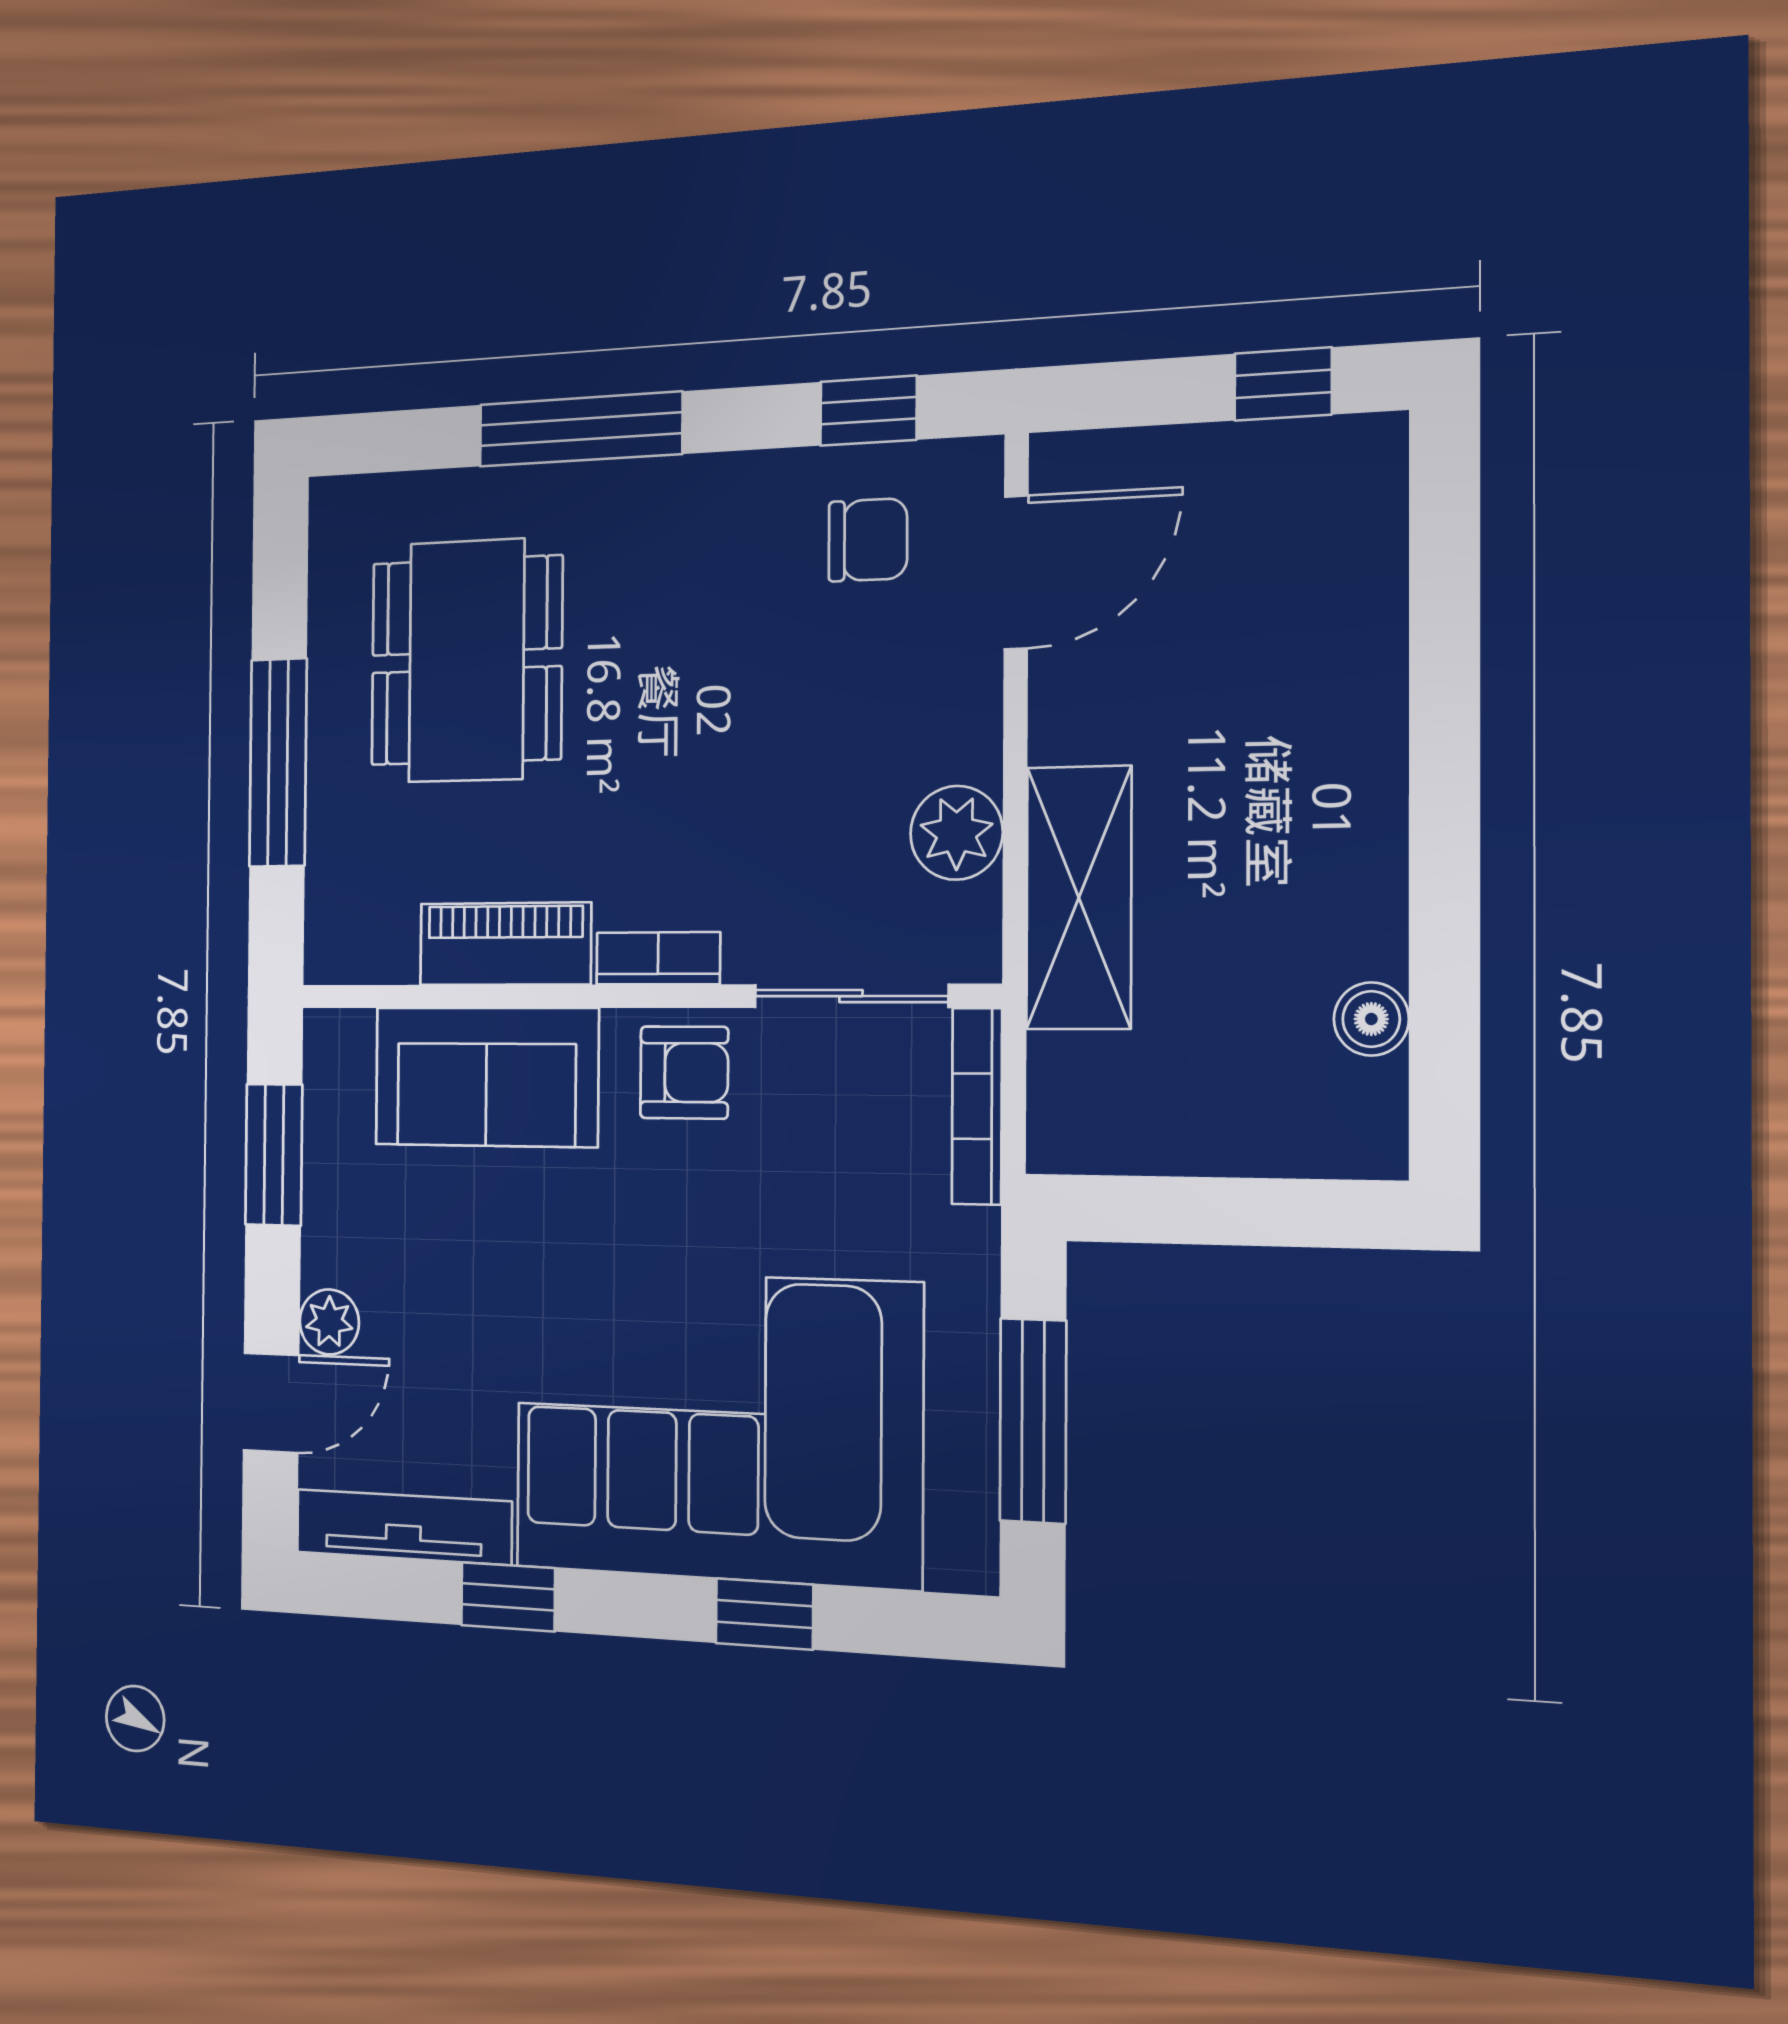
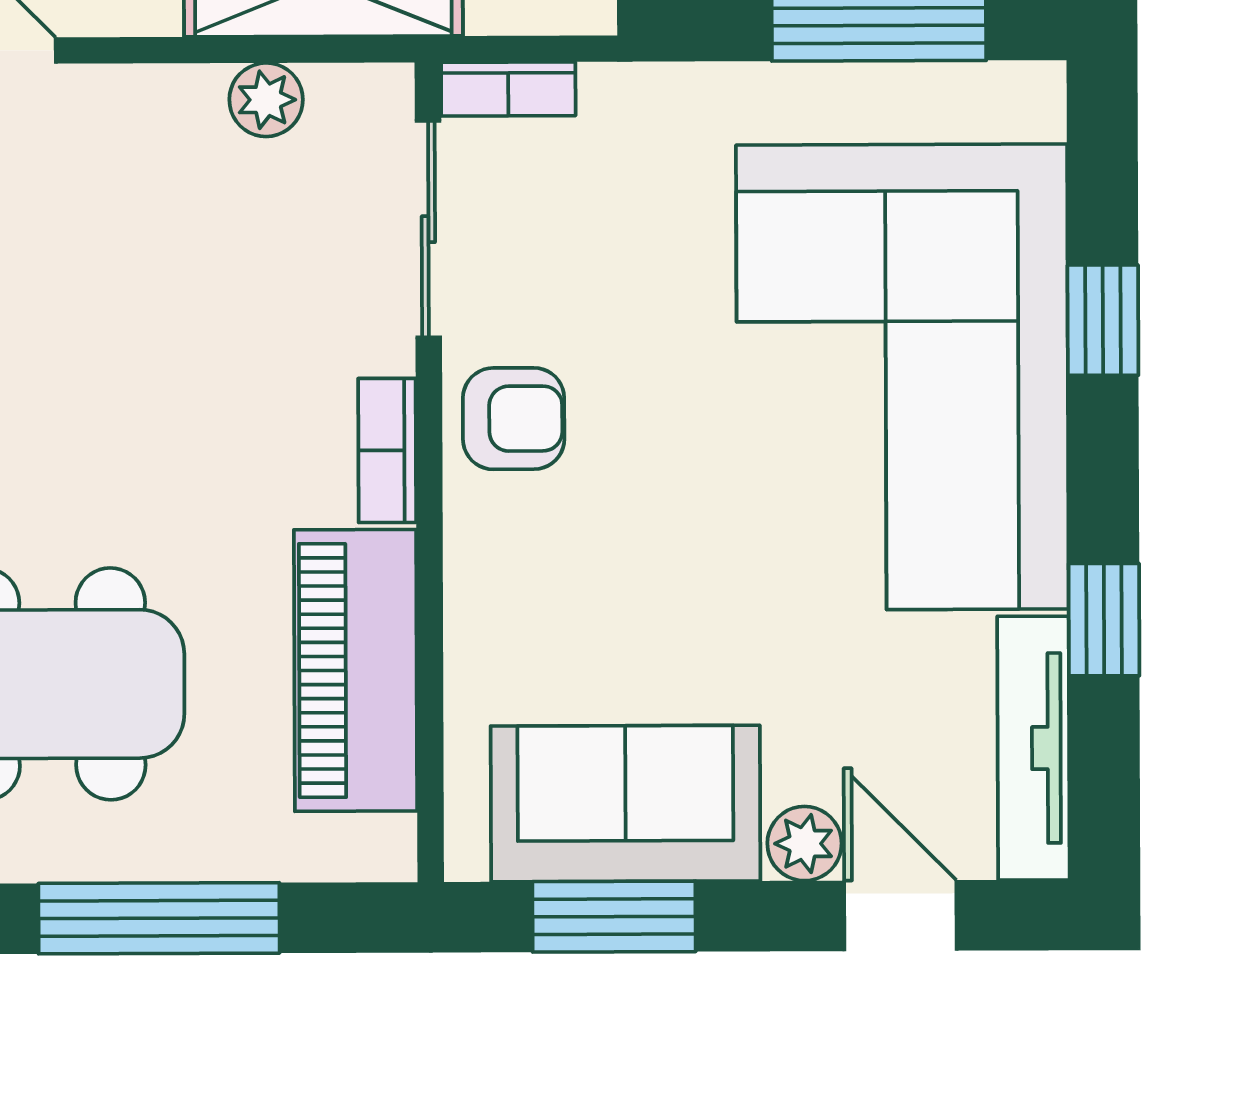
plant: (956, 833) -> (266, 100), width x0.73, depth x0.73
piano: (505, 944) -> (356, 670), width x1.37, depth x1.33
armchair: (684, 1073) -> (514, 419), turned 90
sofa: (486, 1077) -> (625, 803), moved, turned -90
bookcase: (977, 1106) -> (508, 89), width x0.64

